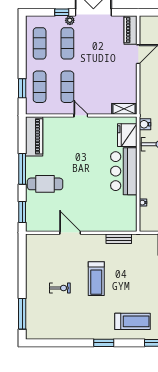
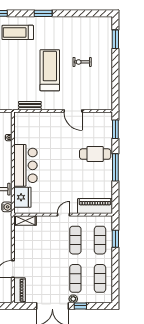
door: (81, 116) -> (63, 215), swing flipped
piano: (34, 136) -> (95, 206), moved, turned 90
treadmill: (96, 279) -> (50, 70), width x1.37, depth x1.37
window: (22, 314) -> (115, 39), width x0.69

